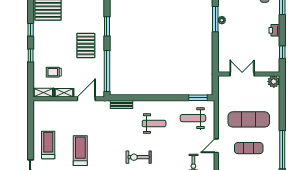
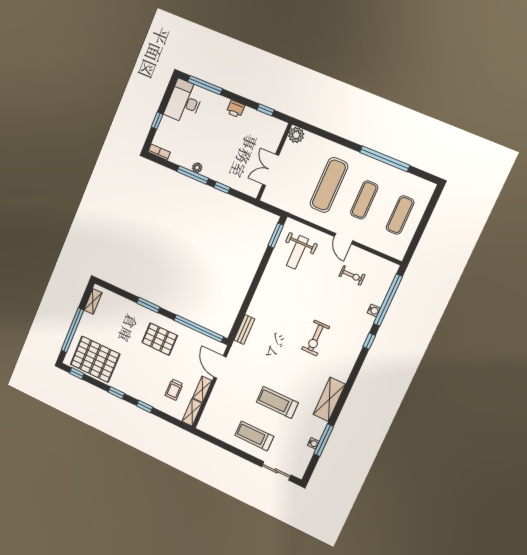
window: (215, 44) -> (222, 188), added
weight bench: (154, 124) -> (284, 302), removed

